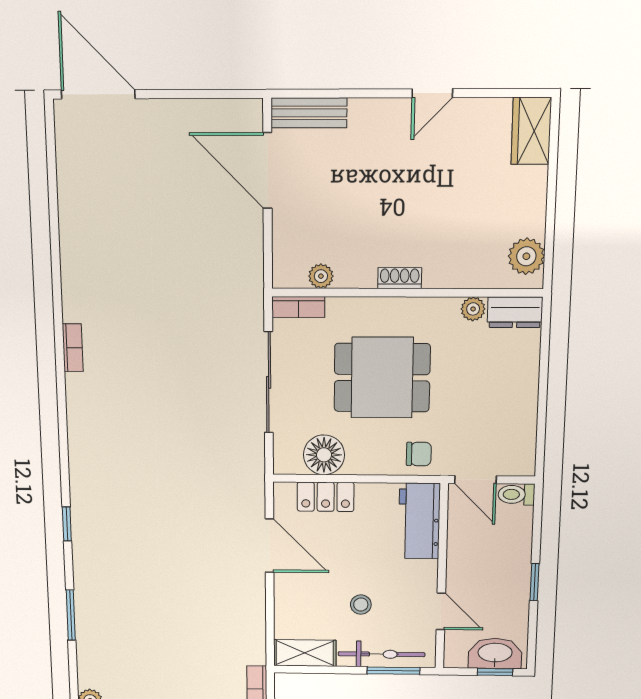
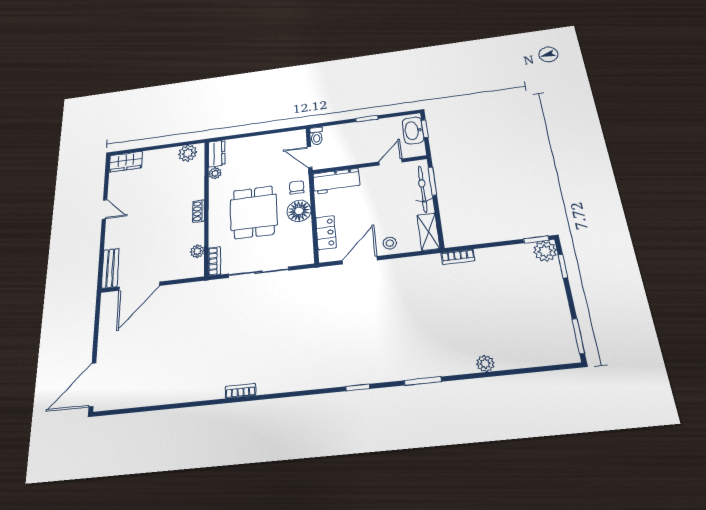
floor lamp: (324, 455) -> (299, 211), moved
door: (476, 480) -> (310, 157), swing flipped
stool: (361, 605) -> (390, 243), moved

